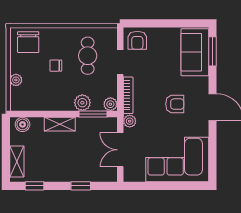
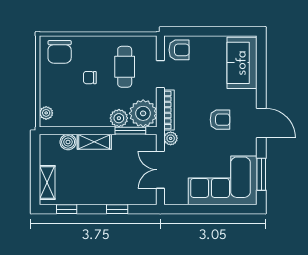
armchair: (137, 40) -> (179, 50), turned -90
window: (212, 51) -> (261, 174), moved
plant: (16, 80) -> (46, 113), moved
plant: (110, 104) -> (143, 113), width x1.87, depth x1.87
boiler: (23, 124) -> (68, 142), moved

